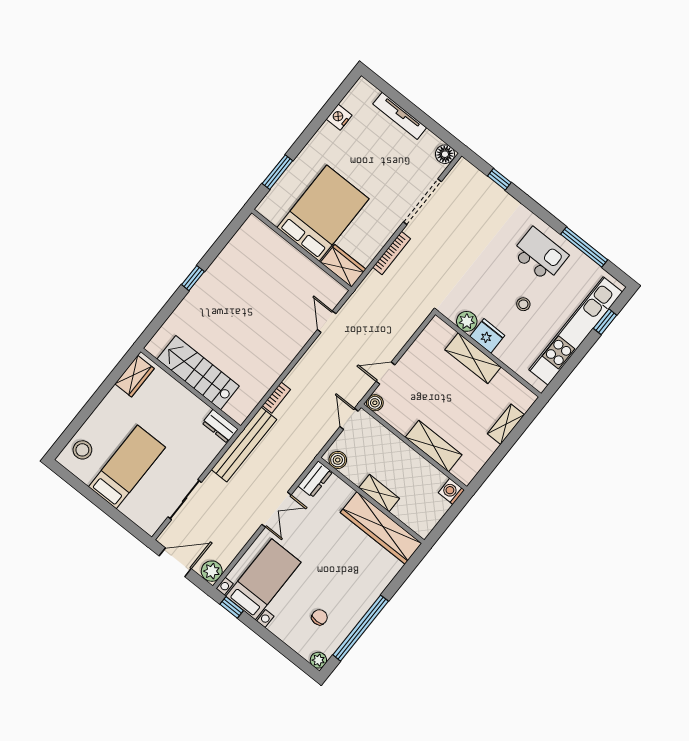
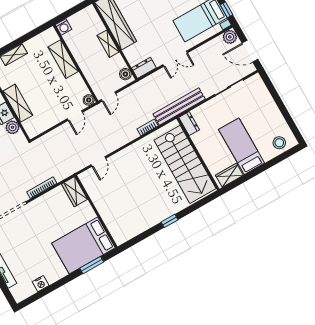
bed: (323, 213) -> (83, 246), moved
stairs: (198, 373) -> (185, 164), width x1.36, depth x1.51
door: (385, 373) -> (75, 116), hinge flipped
bed: (127, 467) -> (242, 146), moved, turned 90
double door: (277, 510) -> (175, 59), swing flipped

